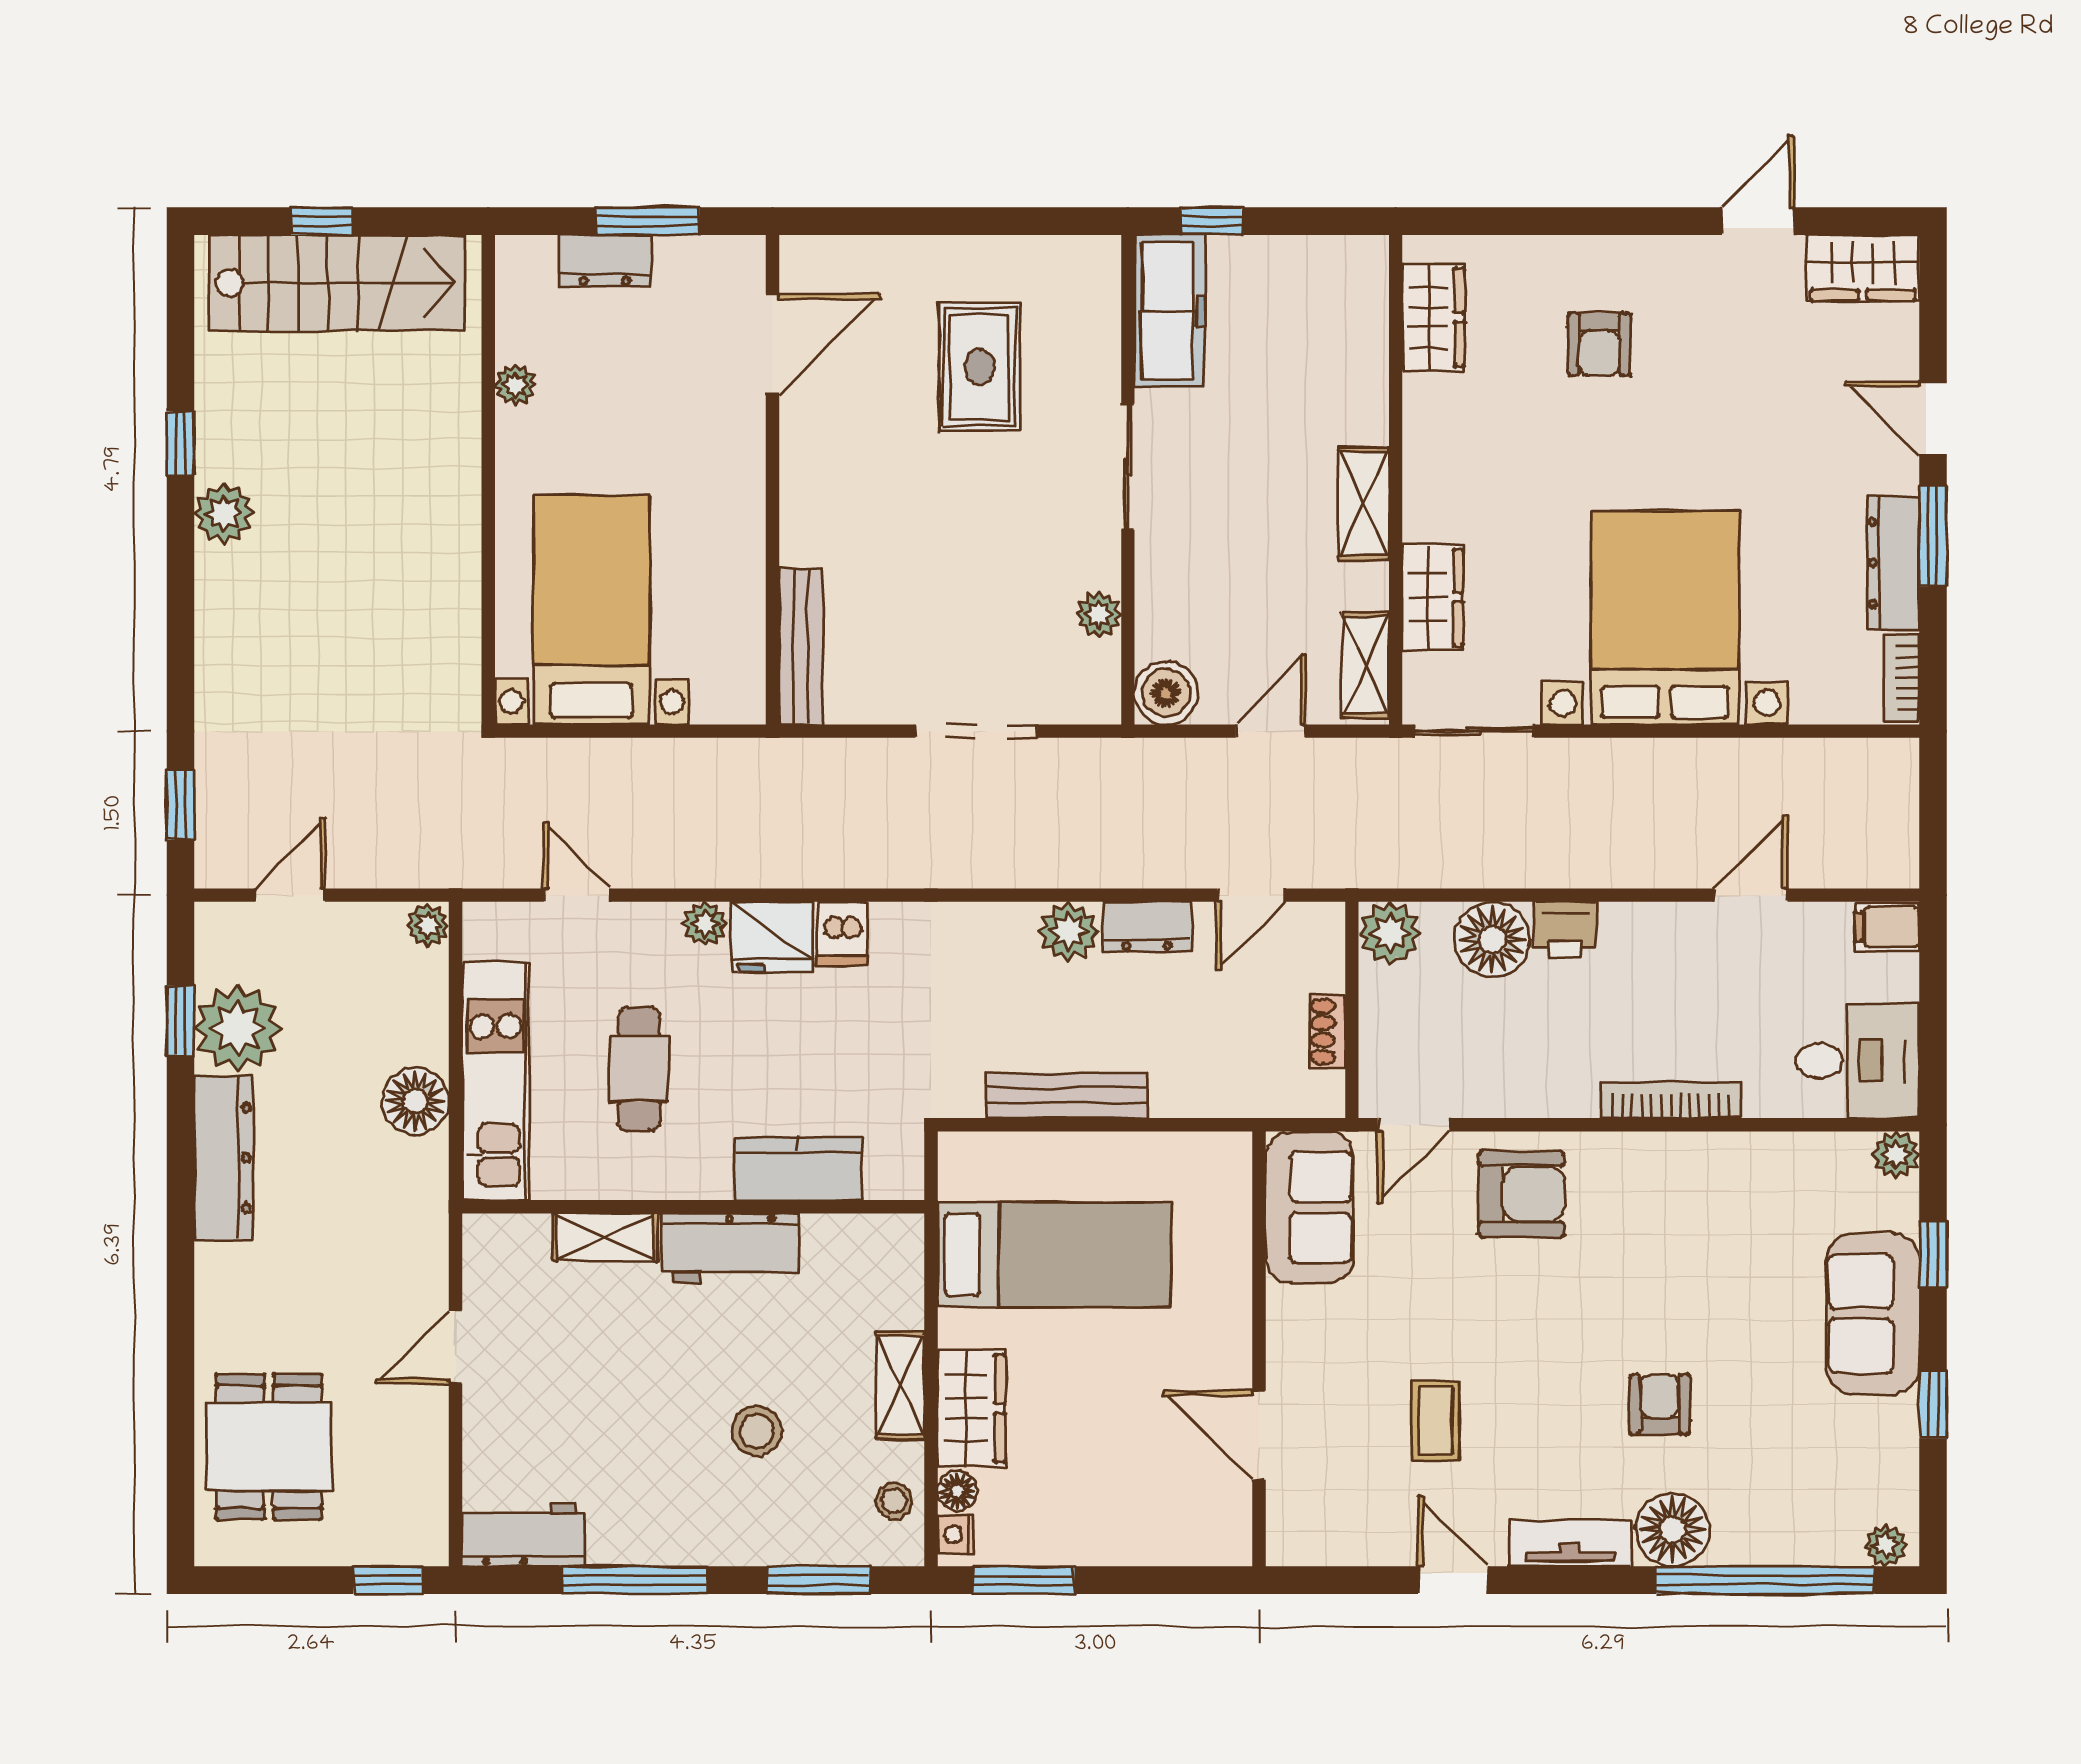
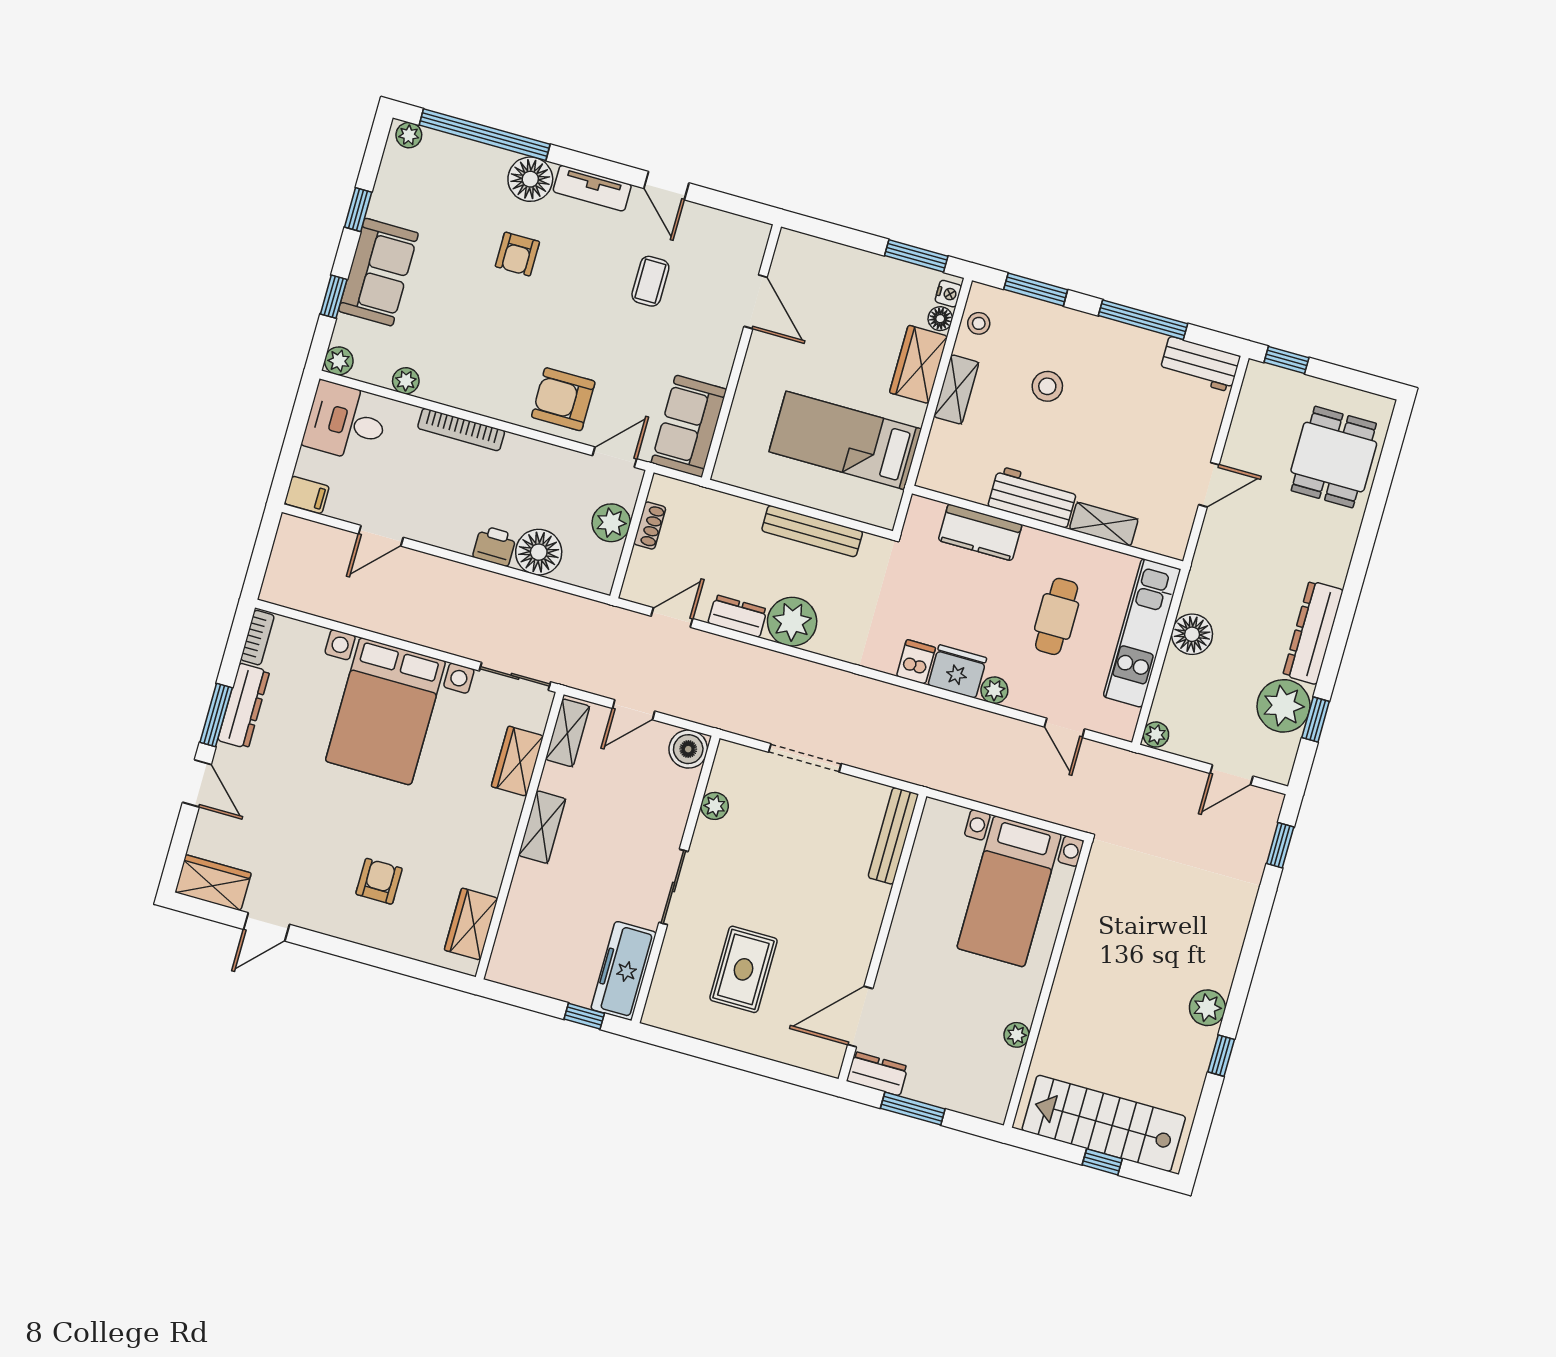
dresser: (605, 261) -> (877, 1074), moved
plant: (1069, 931) -> (792, 622), width x1.36, depth x1.36
plant: (1390, 933) -> (611, 523), moved
plant: (1780, 1153) -> (406, 381), added

